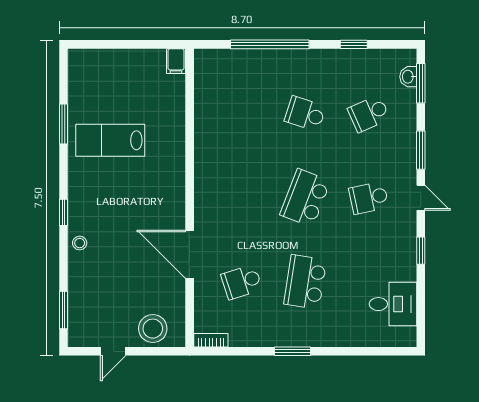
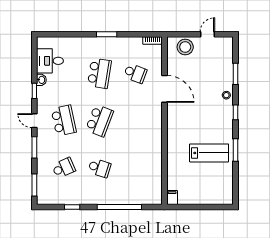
washbasin: (408, 77) -> (41, 80), moved
window: (63, 124) -> (235, 150), moved
school desk: (369, 198) -> (64, 121), width x1.85
school desk: (242, 282) -> (135, 73), turned 39
window: (63, 310) -> (235, 74), moved

